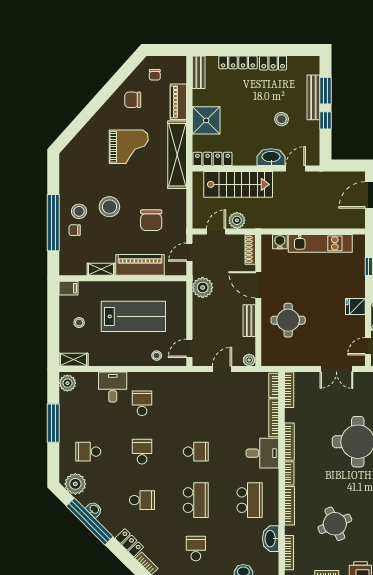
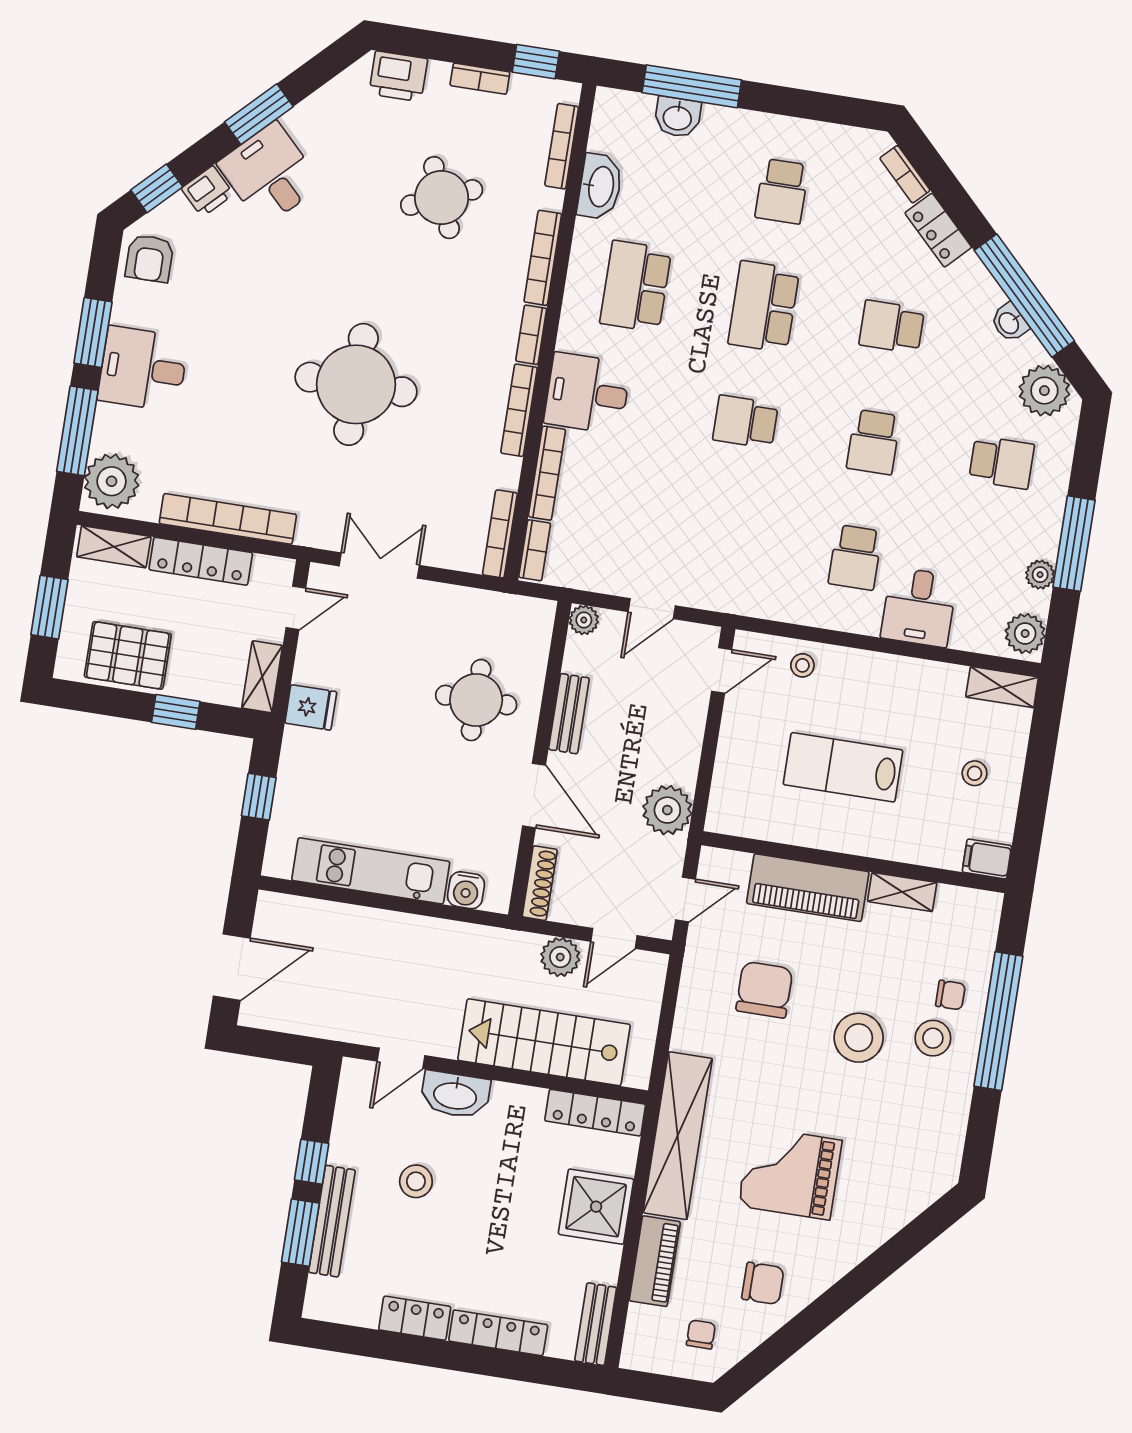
lab bench: (133, 316) -> (843, 767), width x0.73, depth x0.72
plant: (65, 408) -> (1040, 575), added

